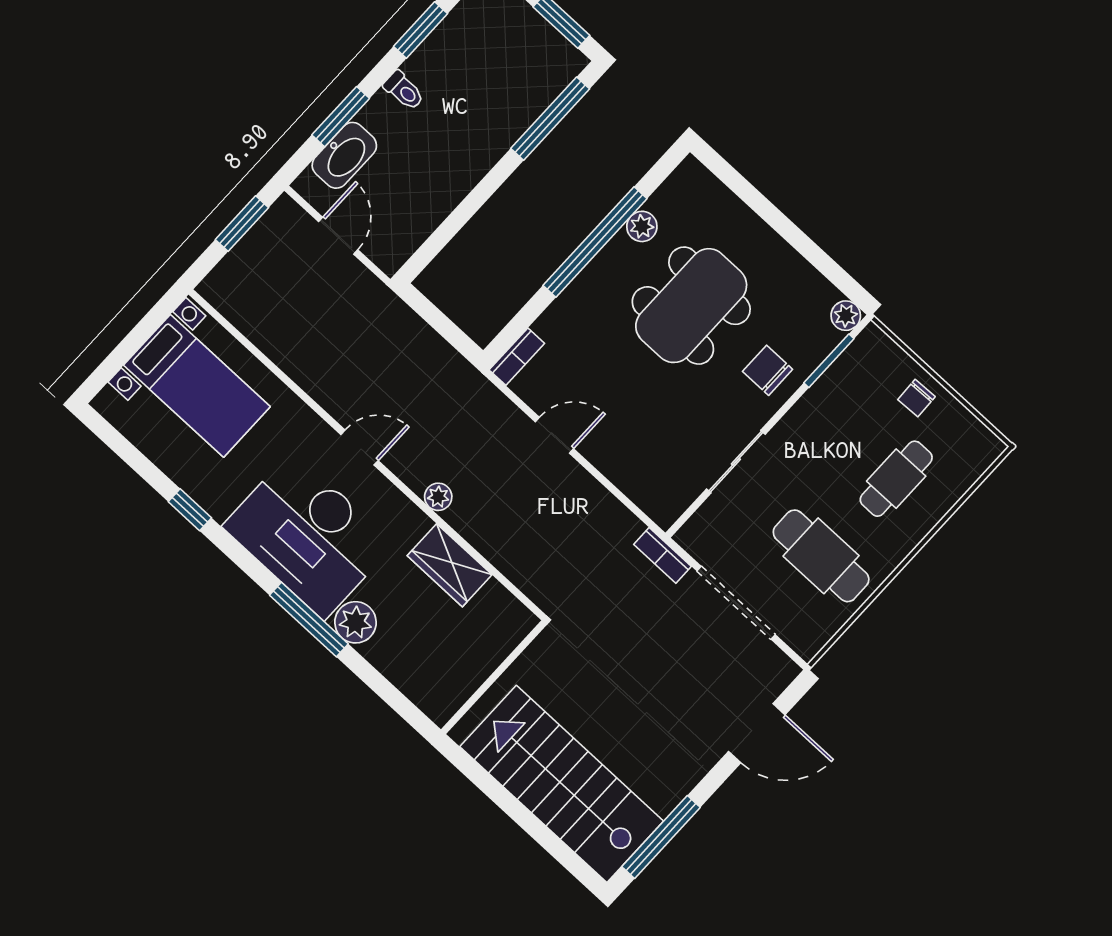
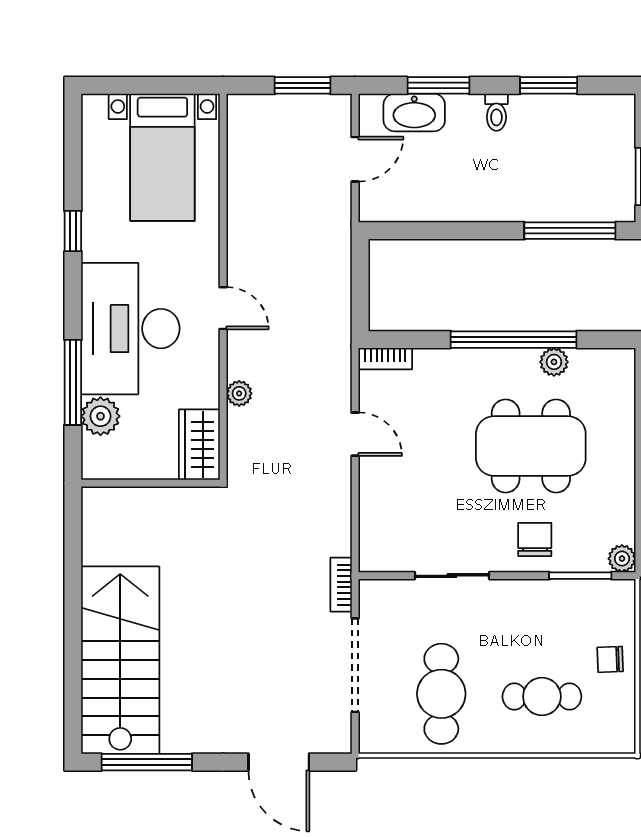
wall: (494, 677) -> (151, 483), moved

